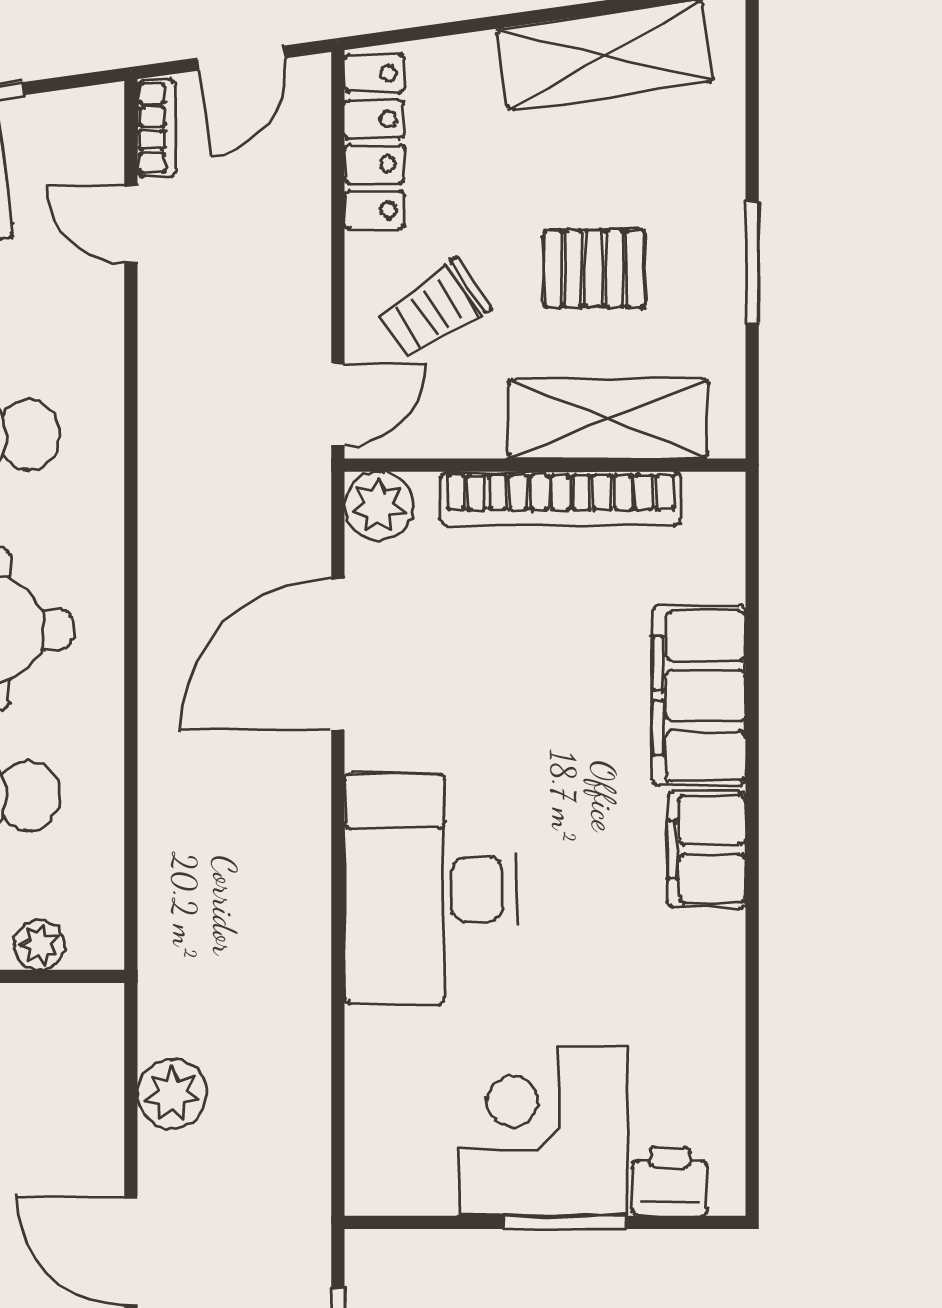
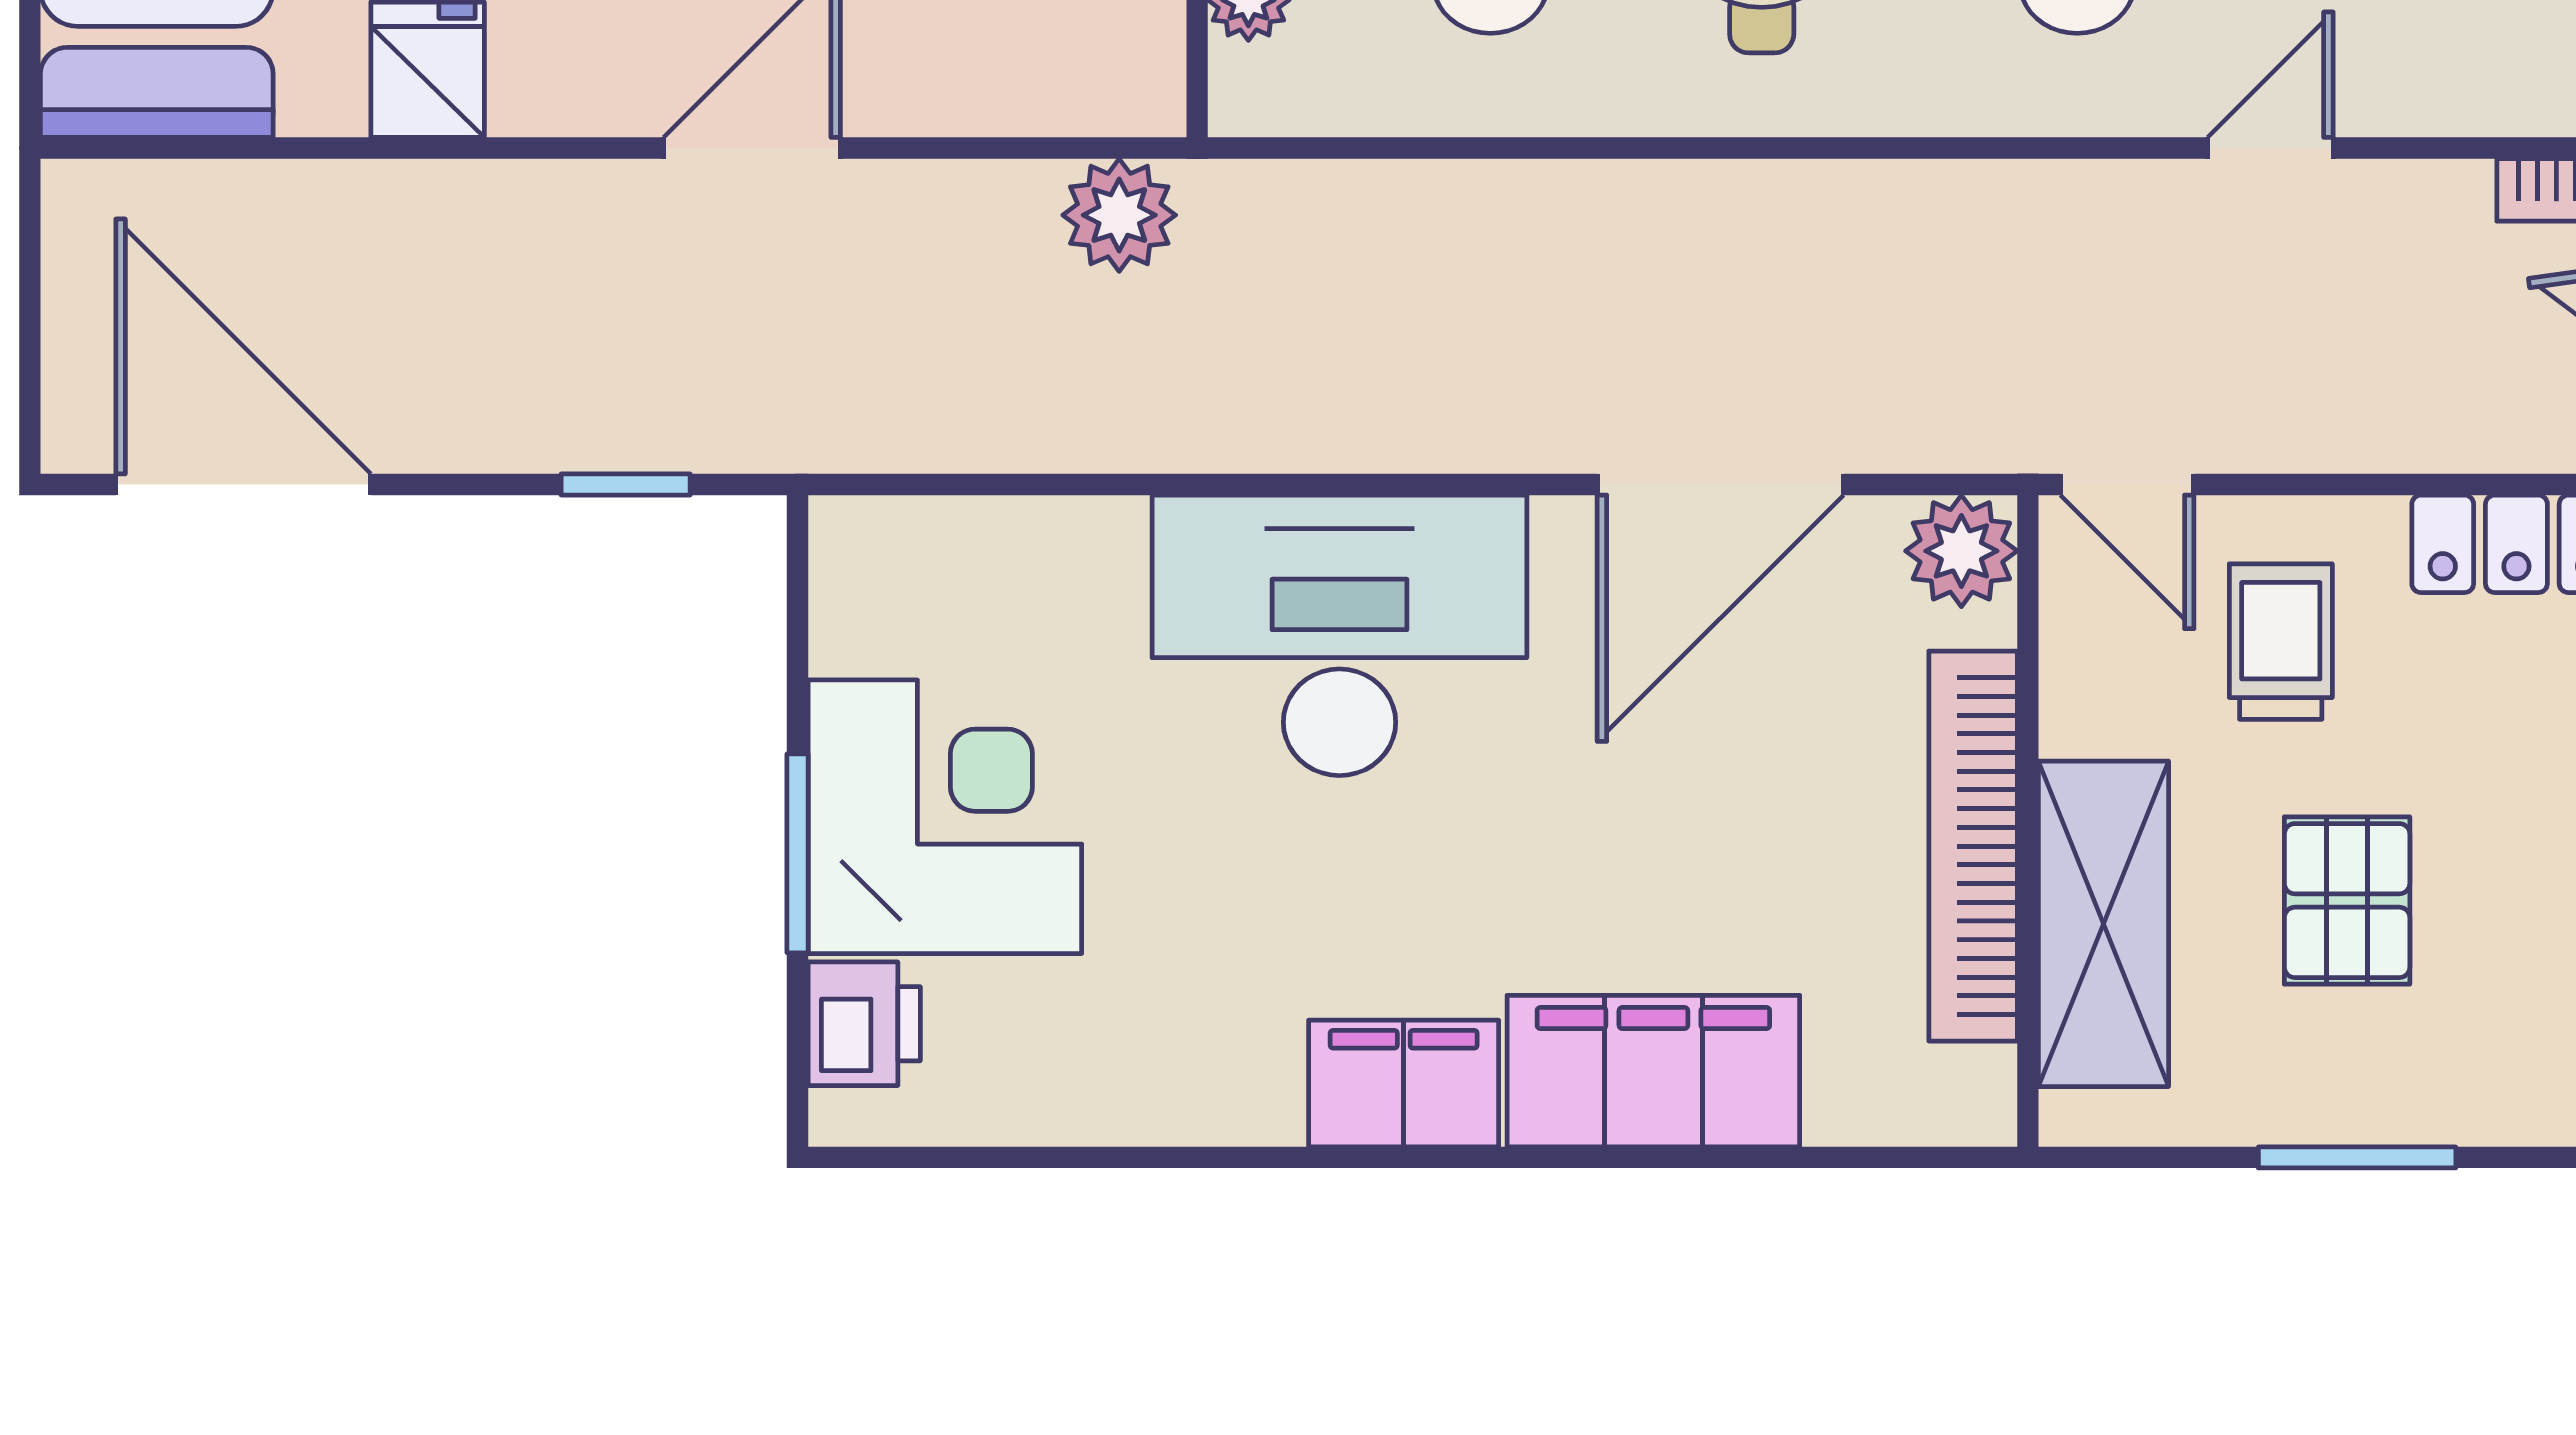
door: (131, 224) -> (2270, 148), moved
trolley: (435, 309) -> (2281, 642), turned 34
door: (338, 654) -> (1720, 484), swing flipped
plant: (172, 1094) -> (1119, 215), moved

